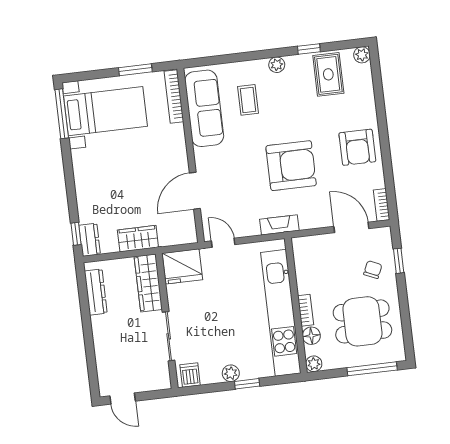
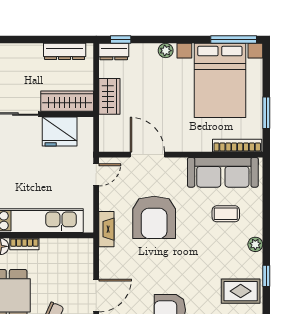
bed with nightstands: (105, 111) -> (220, 80), width x1.36
armchair: (291, 166) -> (154, 217), moved
plant: (82, 185) -> (166, 51), added
fridge: (182, 266) -> (60, 131), moved, turned -90

